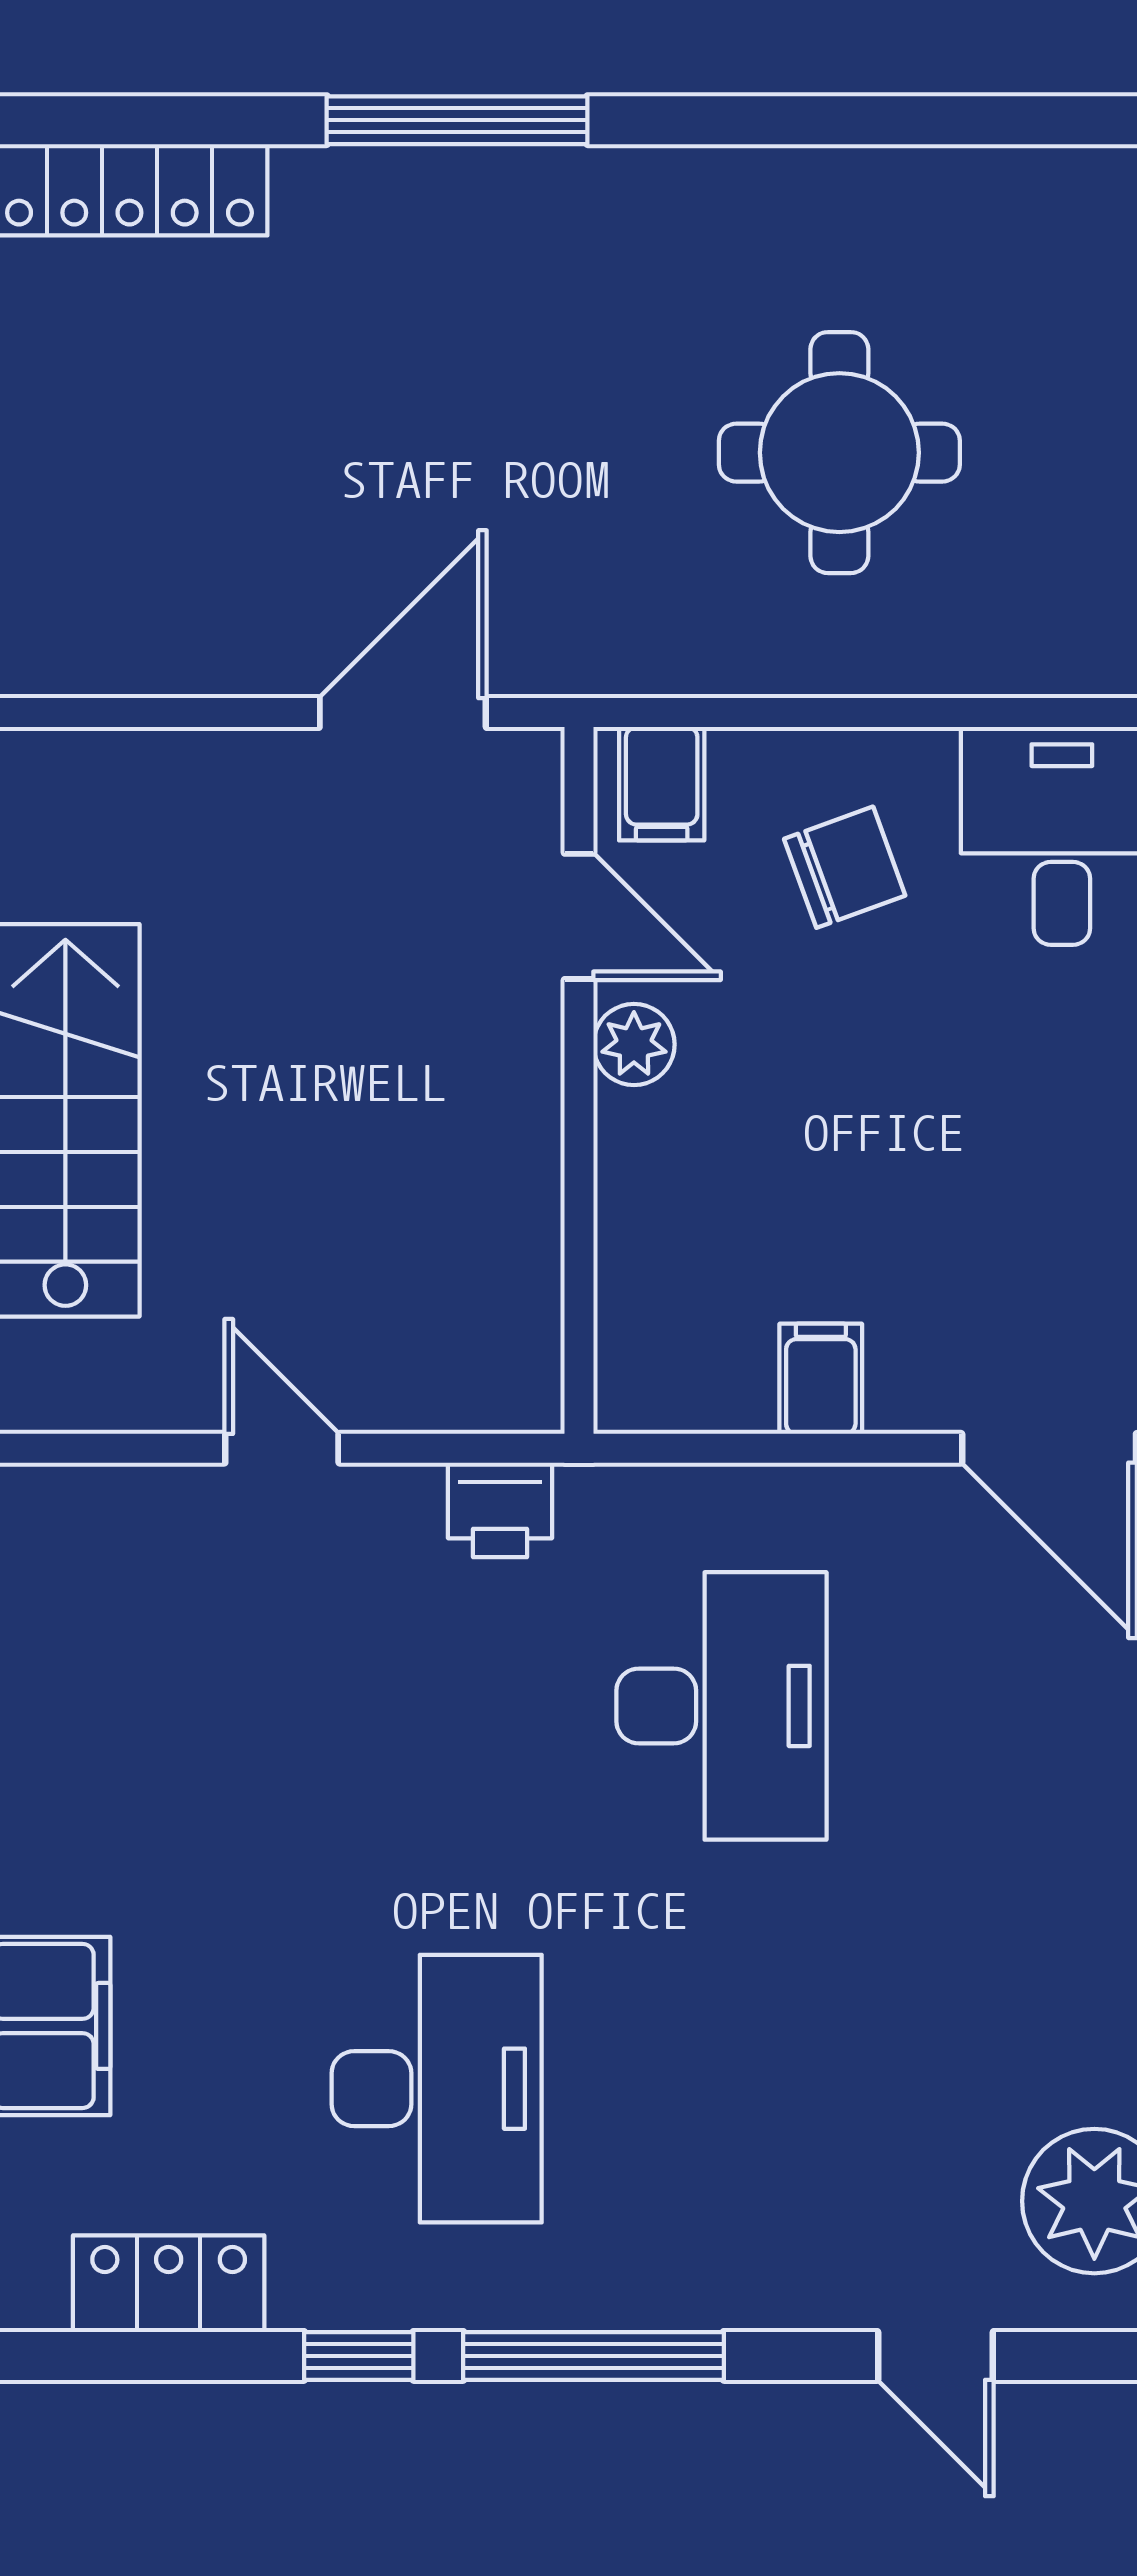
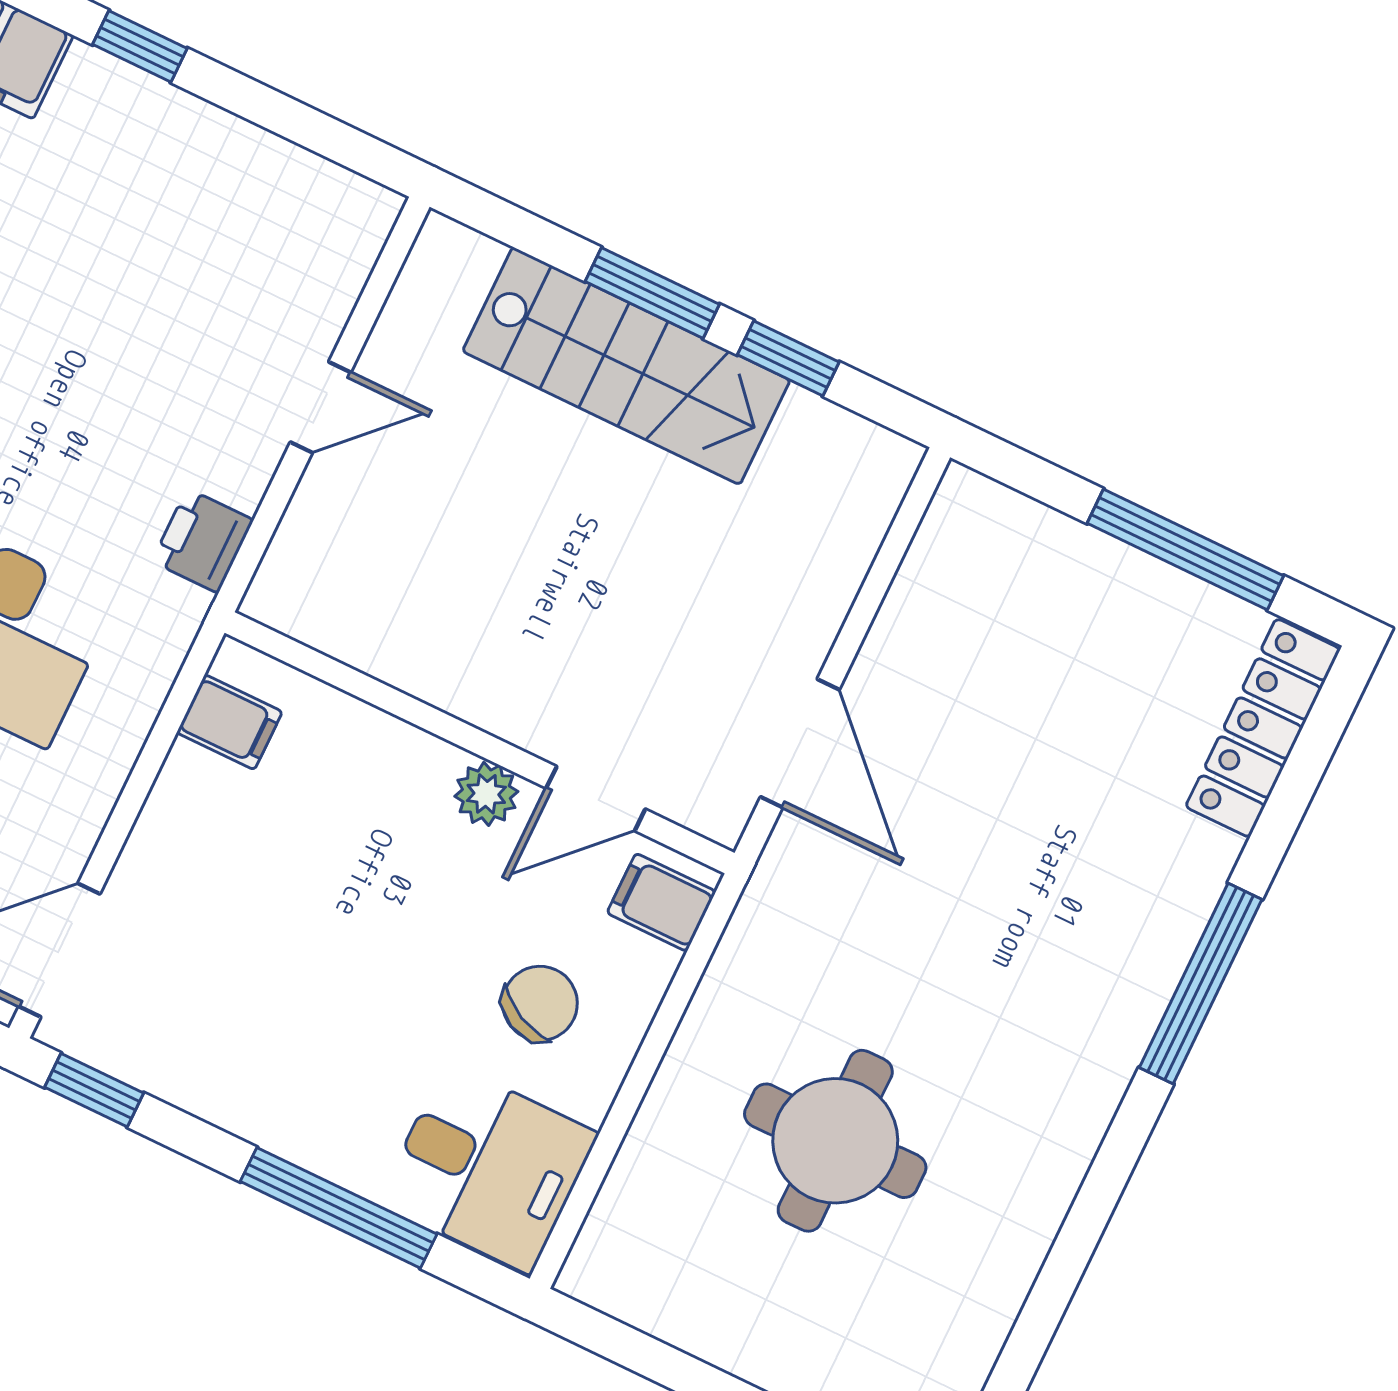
chair: (845, 867) -> (540, 1003), turned -134
filing cabinet: (821, 1379) -> (229, 722), moved

